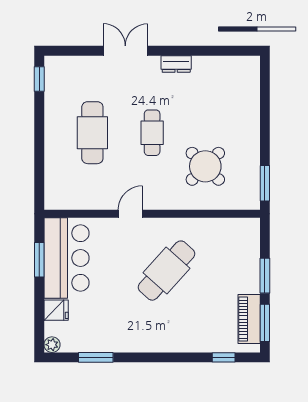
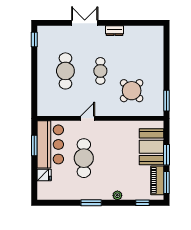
booth: (239, 262) -> (152, 147), added
cafe table: (167, 271) -> (84, 158), moved, turned -42
plant: (52, 345) -> (117, 195), moved
window: (96, 357) -> (91, 203), moved

